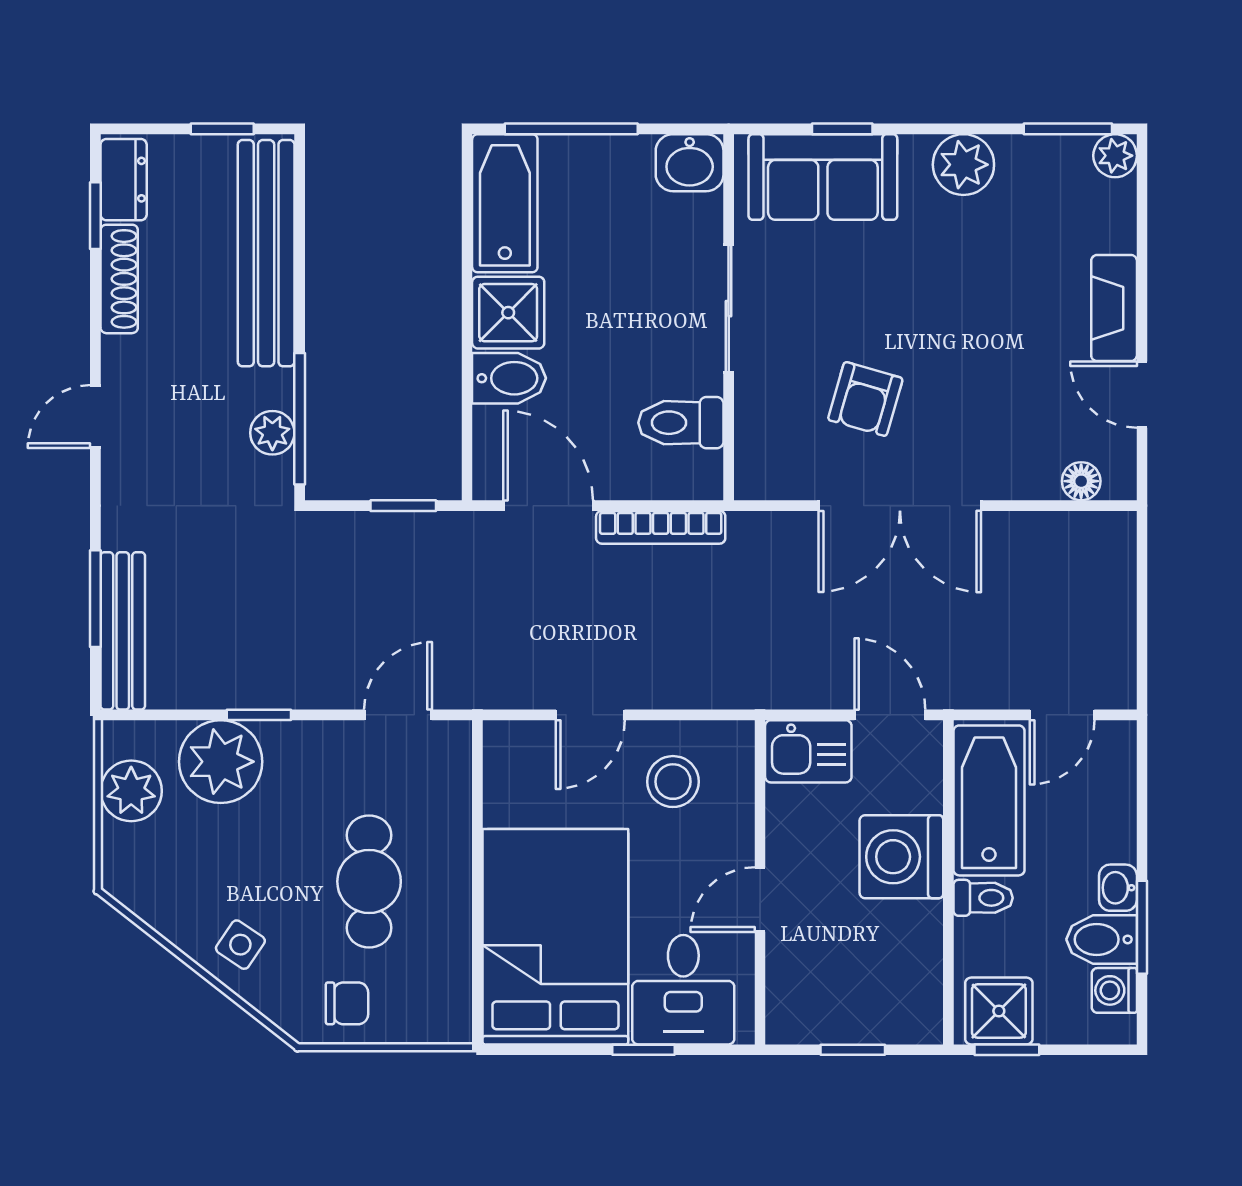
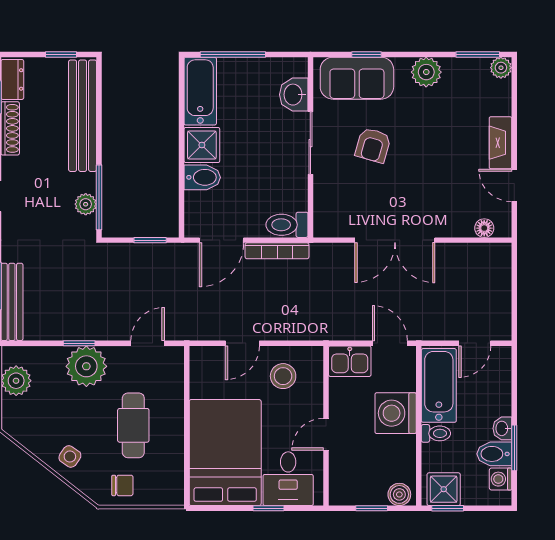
washbasin: (690, 163) -> (294, 95), moved, turned 90
armchair: (865, 399) -> (373, 145), moved
toilet: (681, 423) -> (287, 225), moved
door: (548, 506) -> (222, 240), swing flipped
plant: (221, 762) -> (86, 366), moved
boiler: (909, 1022) -> (399, 494), added

